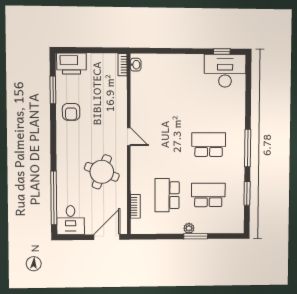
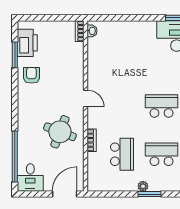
printer: (71, 64) -> (27, 43), moved, turned -90
armchair: (71, 112) -> (31, 75), turned 180
school desk: (167, 195) -> (122, 154), turned 180
bookcase: (135, 206) -> (92, 140), moved

